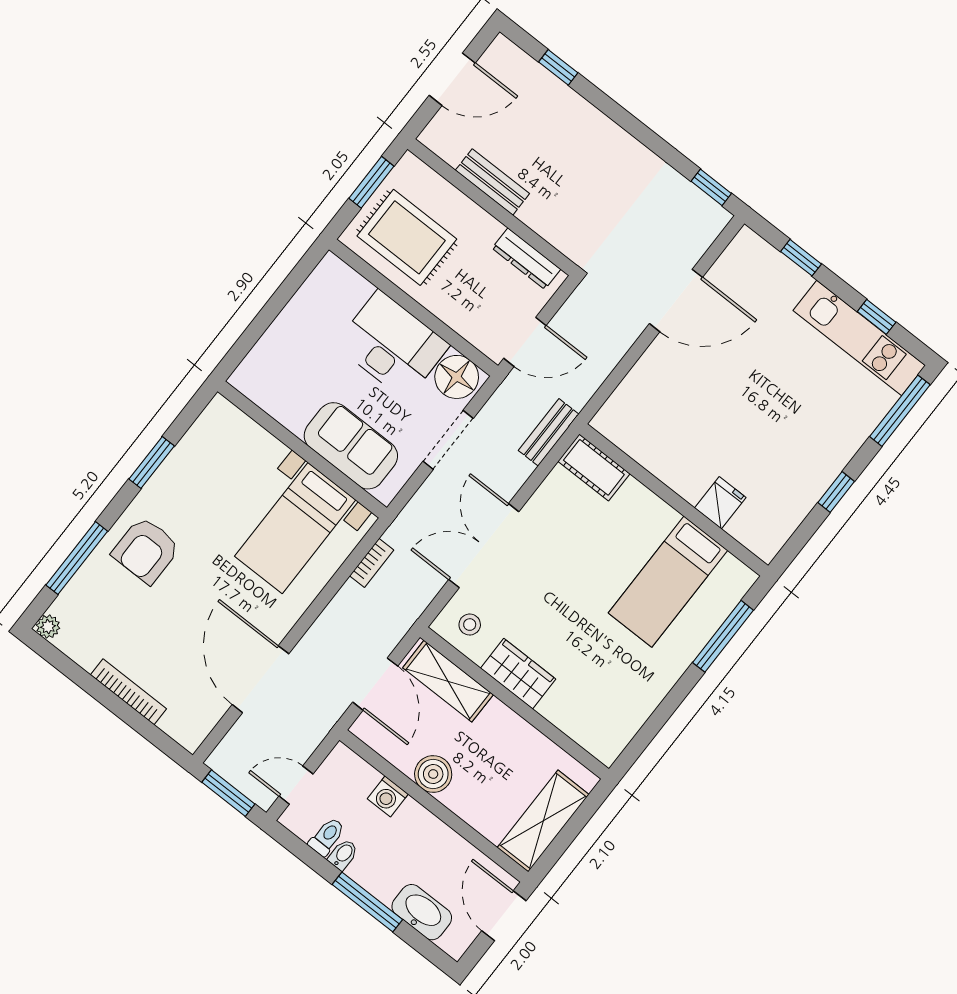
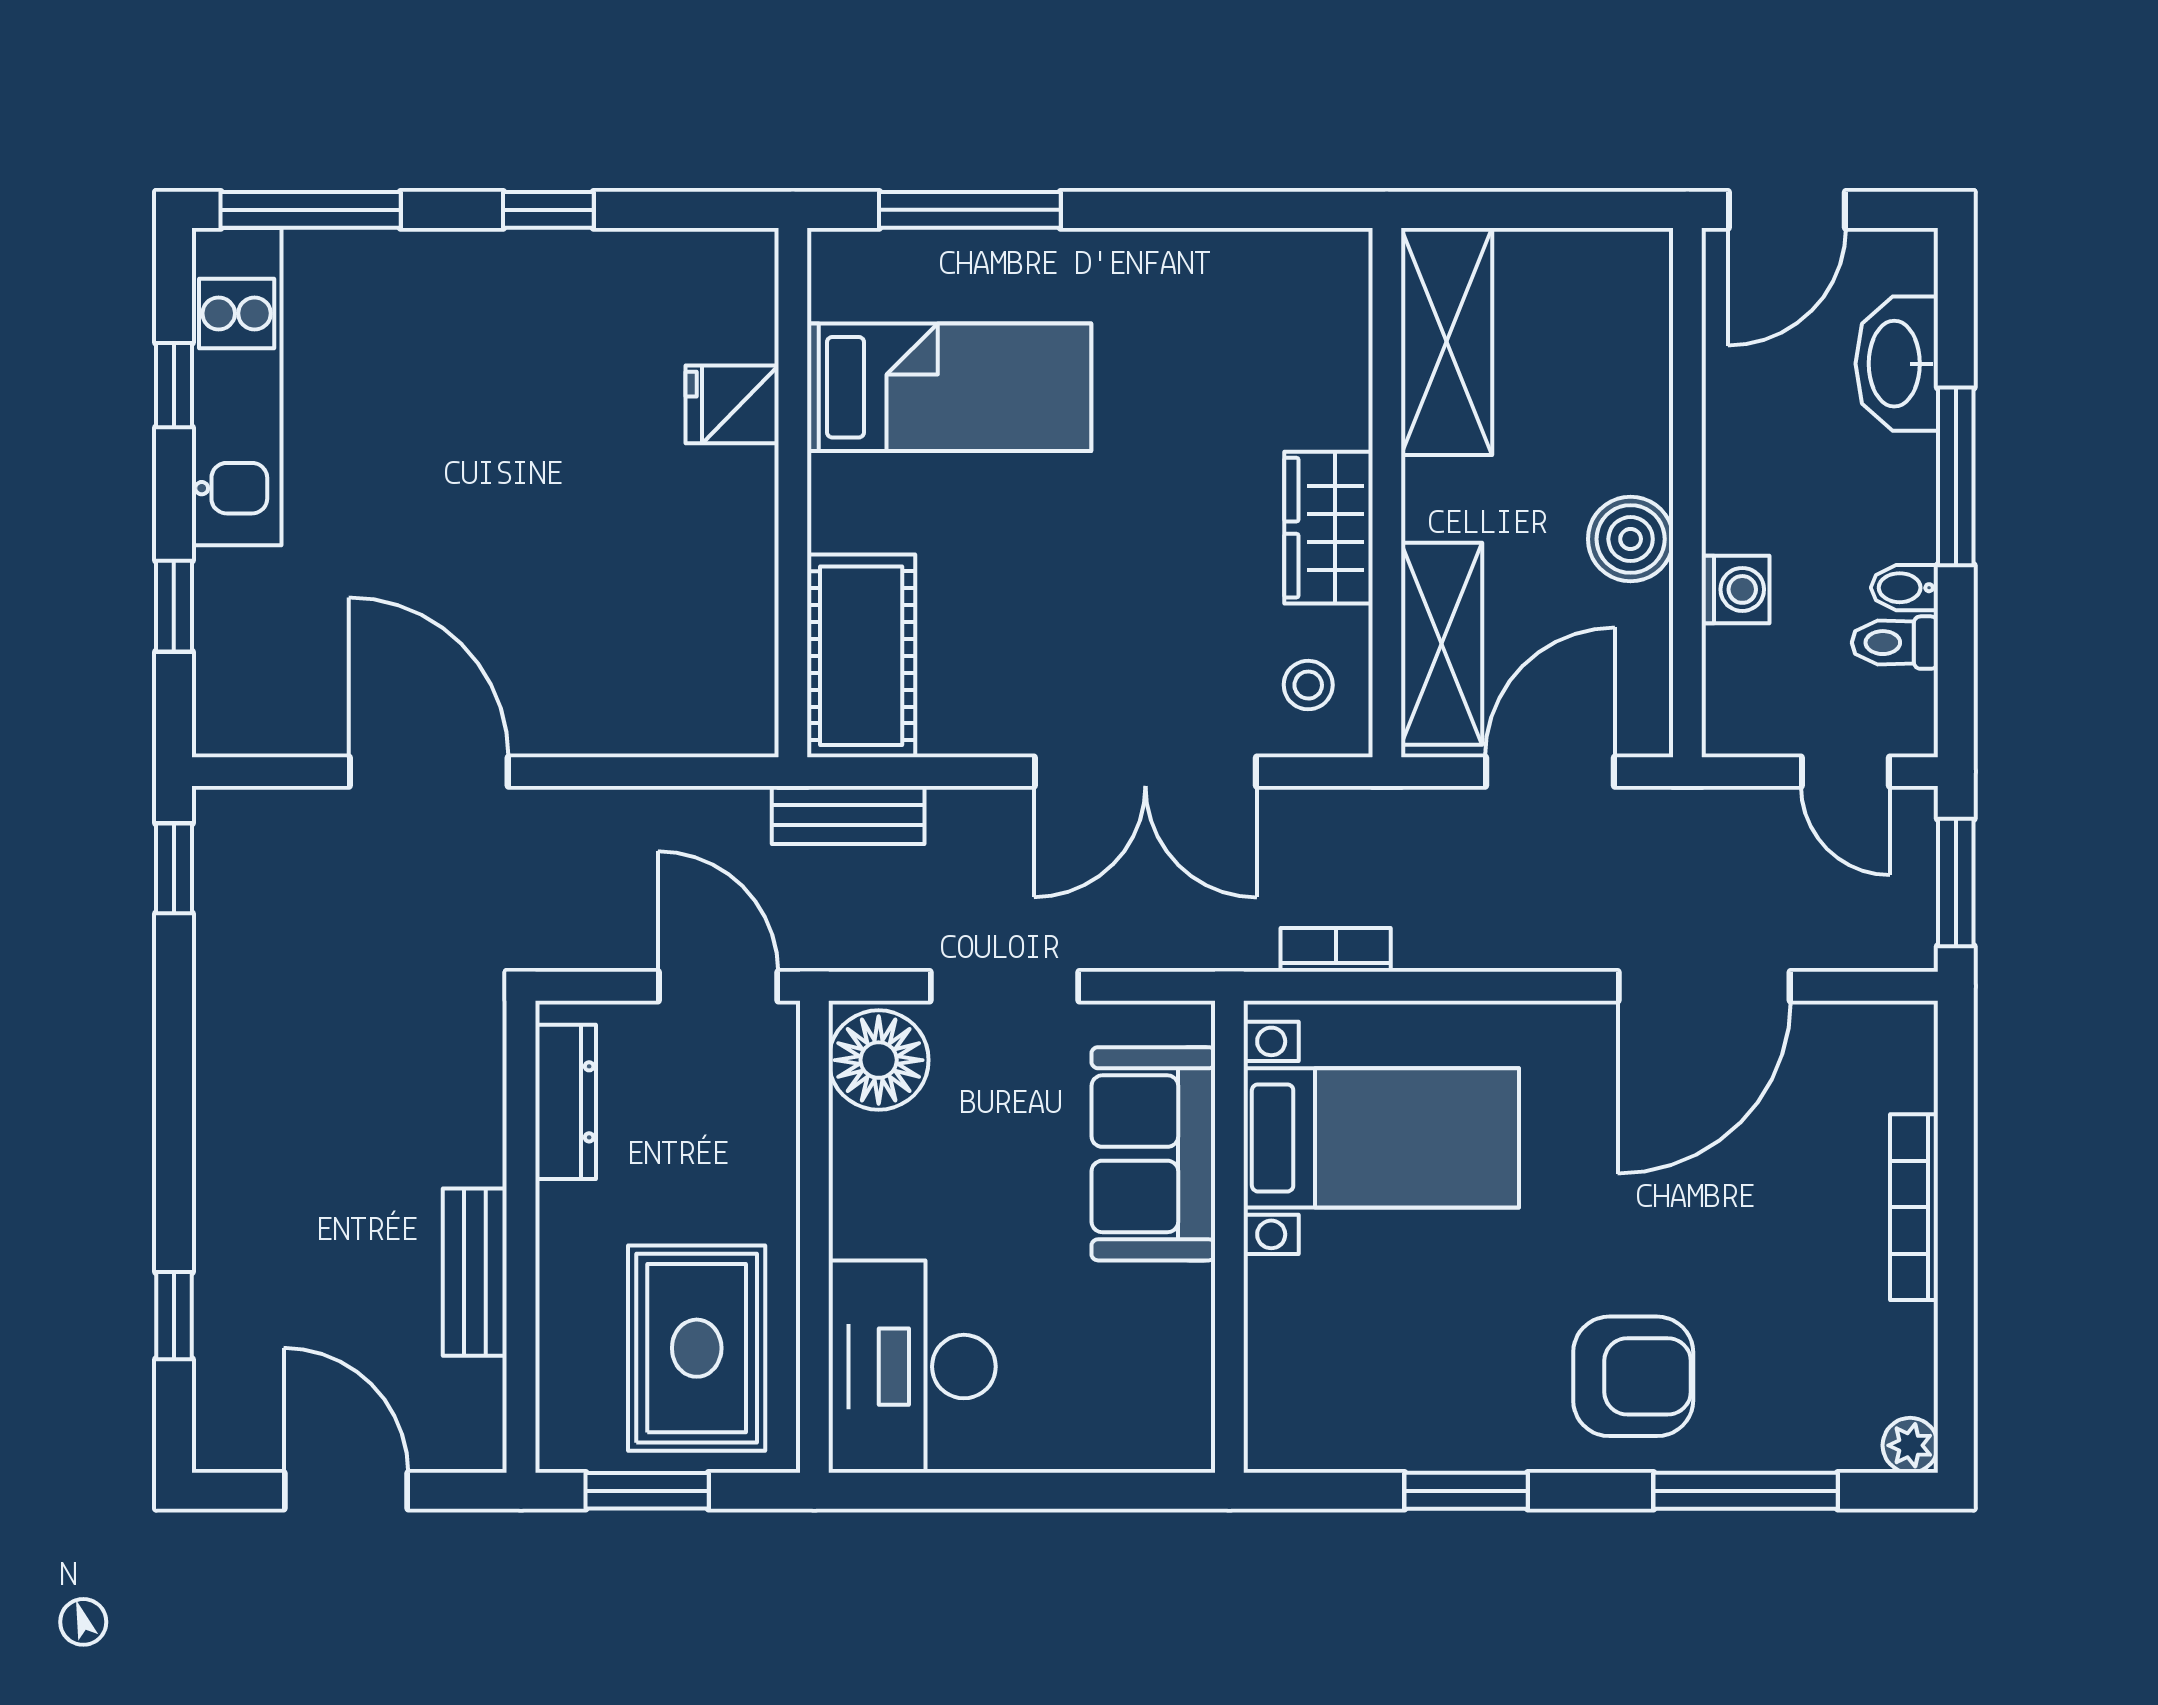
desk: (392, 345) -> (912, 1367), moved
cot: (594, 467) -> (861, 656), width x1.37, depth x1.34
shelving: (543, 821) -> (1447, 341), moved, turned 90

